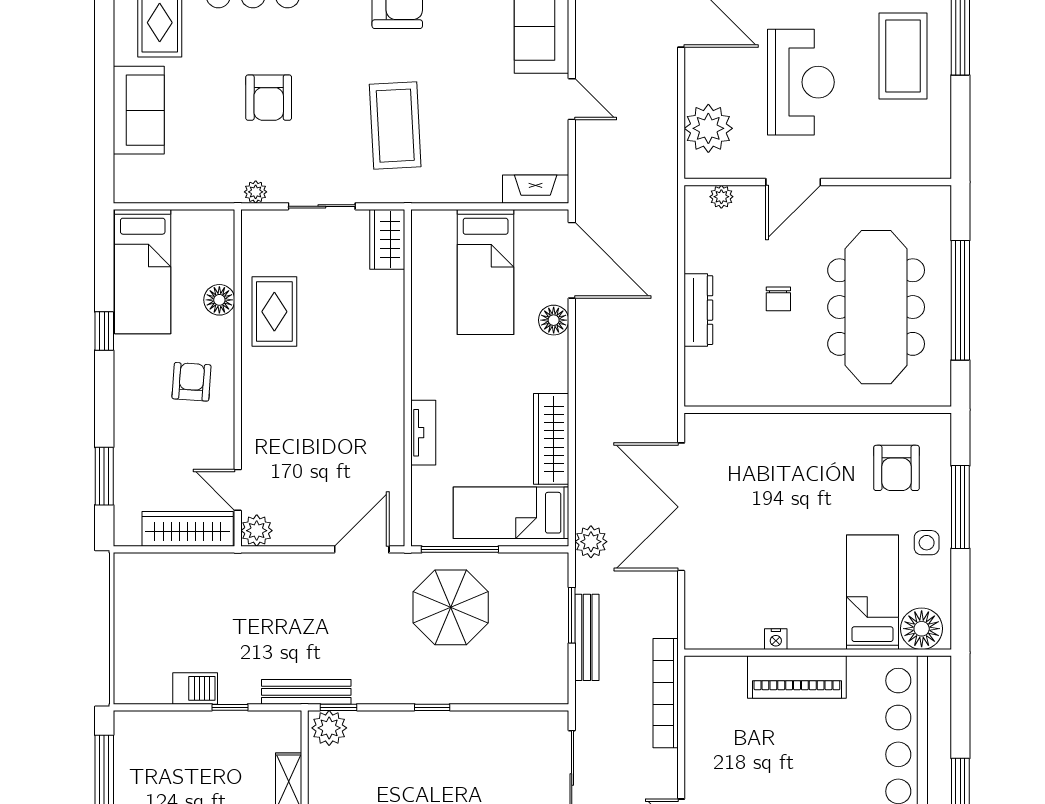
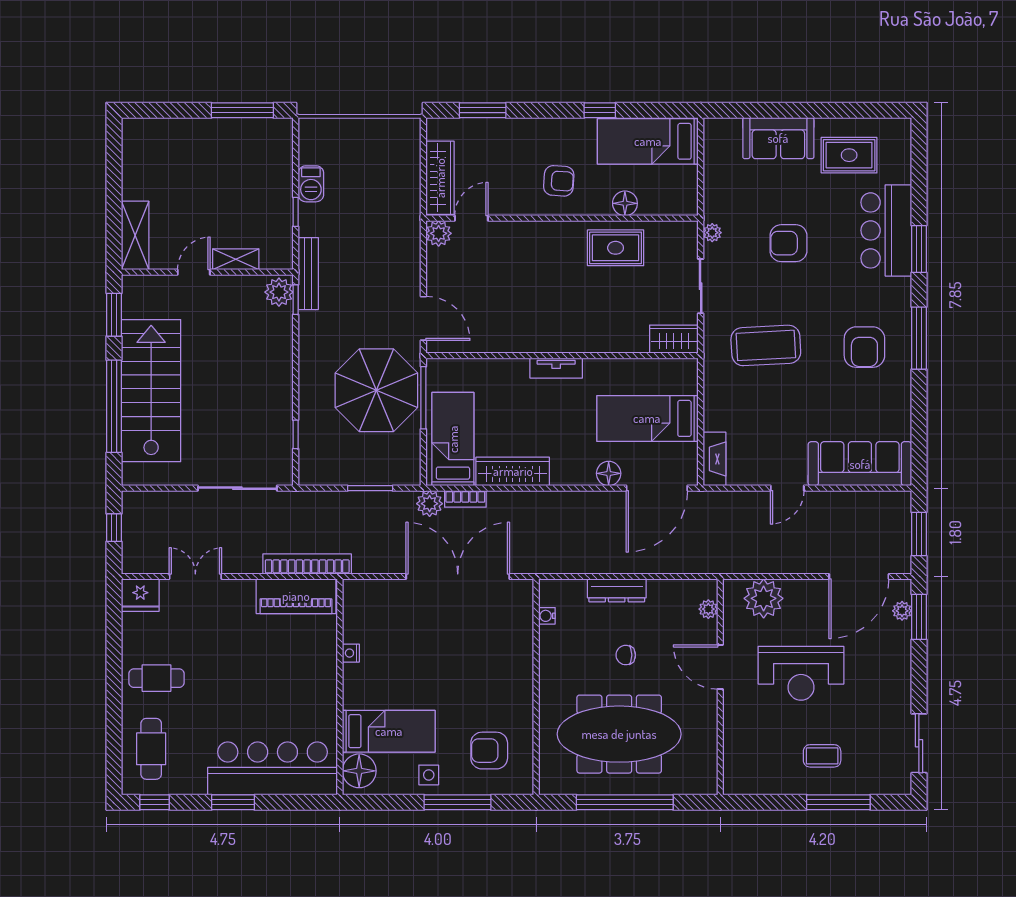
coffee table: (903, 56) -> (822, 756), width x0.54, depth x0.58
water cooler: (730, 396) -> (547, 616), added
tv unit: (423, 433) -> (556, 368), moved
bookcase: (585, 497) -> (465, 499), added
parasol: (451, 607) -> (376, 390), width x1.36, depth x1.36
bench: (587, 637) -> (352, 500), removed
piano: (797, 677) -> (296, 596), moved, turned -90
window: (432, 707) -> (296, 434), moved

